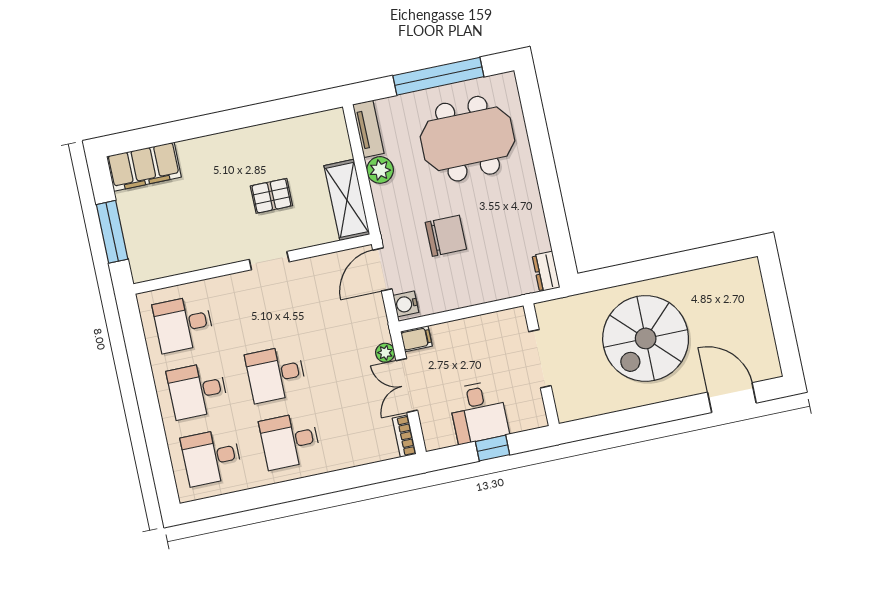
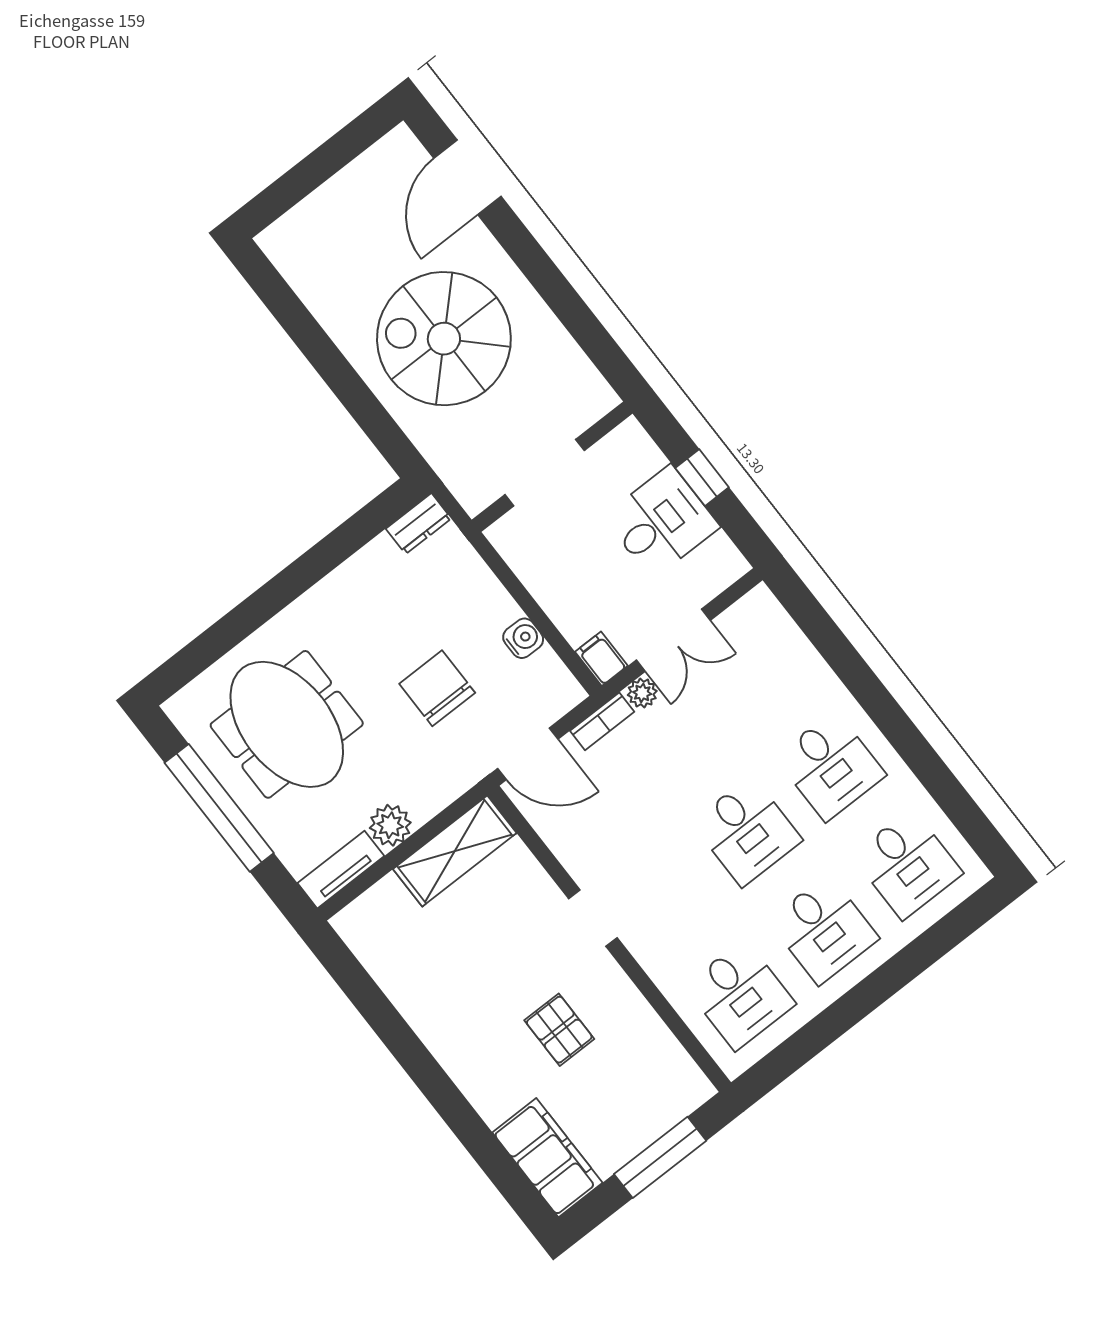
pallet: (271, 196) -> (559, 1030), moved
water cooler: (406, 304) -> (523, 638), moved, turned -90
spiral stairs: (646, 338) -> (444, 339), turned 180
bookcase: (404, 436) -> (602, 721), moved

